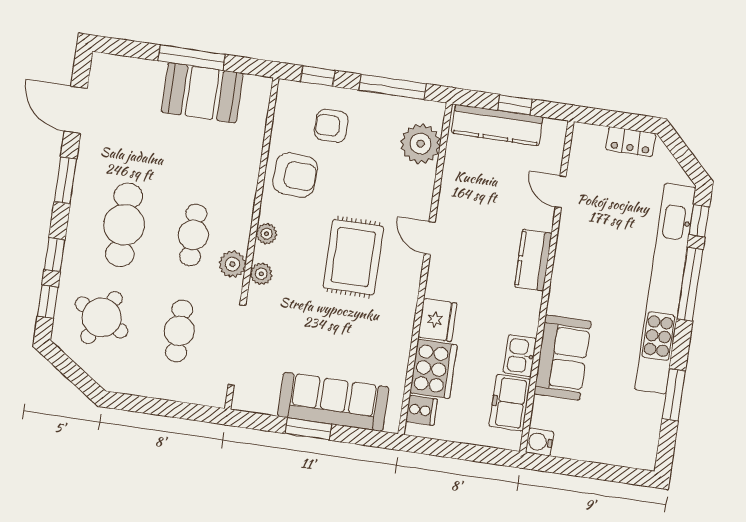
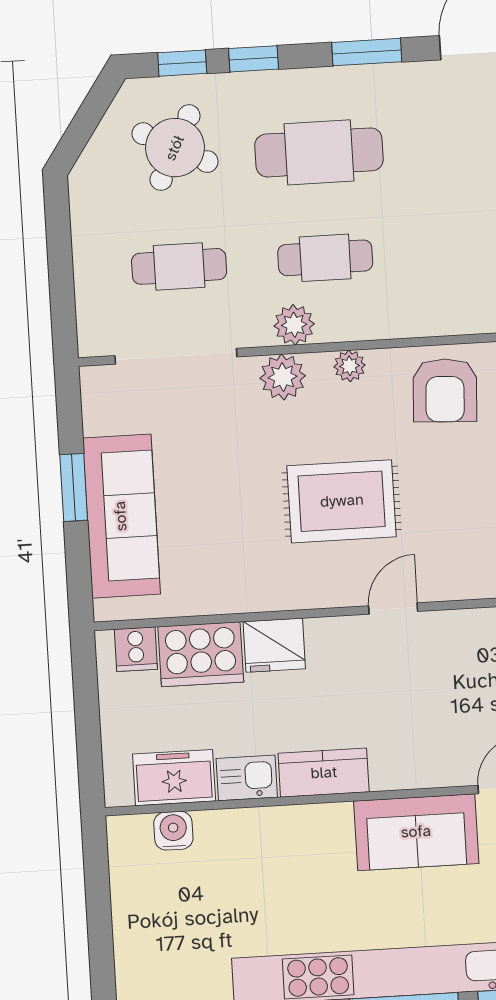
kitchen counter: (533, 260) -> (324, 773), moved
plant: (261, 274) -> (283, 377), width x1.38, depth x1.38
sofa: (563, 358) -> (416, 832), moved
water cooler: (540, 442) -> (173, 831), moved

